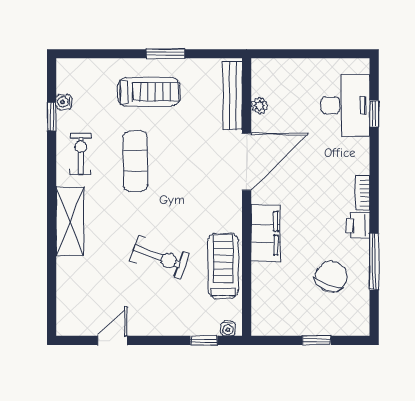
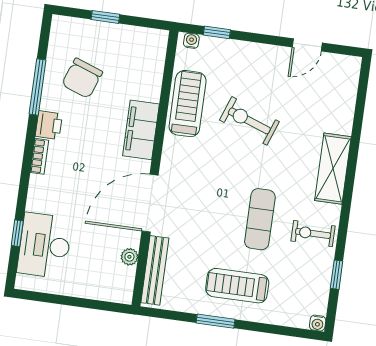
water cooler: (64, 102) -> (318, 323), moved, turned 90
exercise bike: (81, 154) -> (313, 233), turned 90
treadmill: (223, 266) -> (188, 104), turned 180

